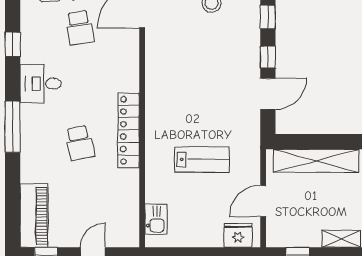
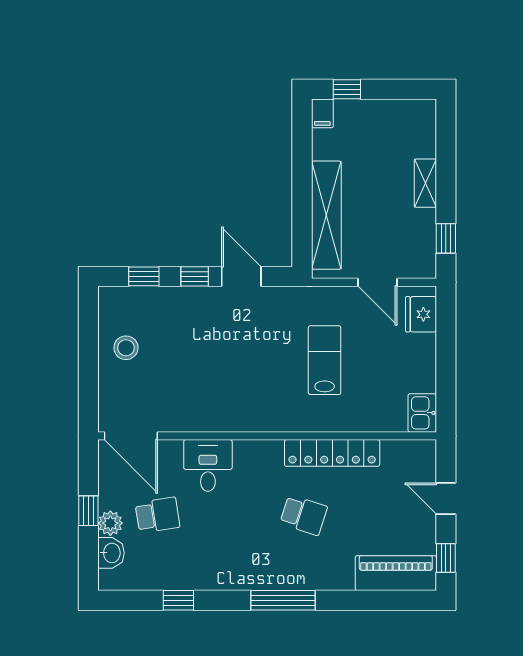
desk: (41, 84) -> (208, 465), moved, turned 180
locker: (129, 130) -> (332, 453), moved
school desk: (80, 143) -> (304, 515), turned 30
kitchen sink: (156, 219) -> (422, 413), moved, turned -90

